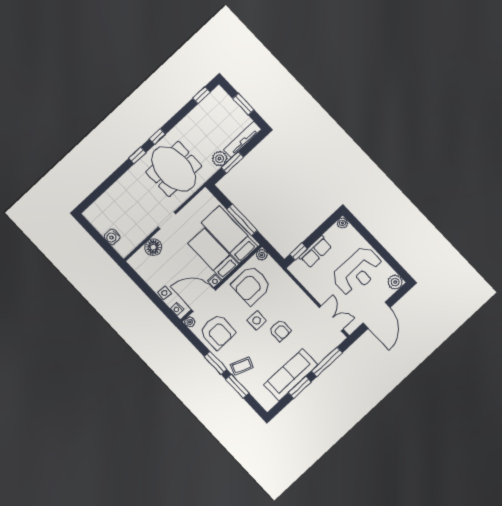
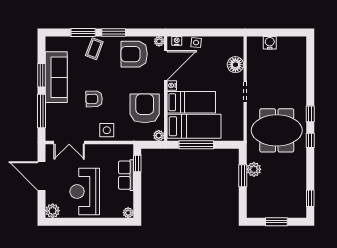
tv unit: (242, 140) -> (252, 198), removed
side table: (257, 320) -> (107, 130), moved

